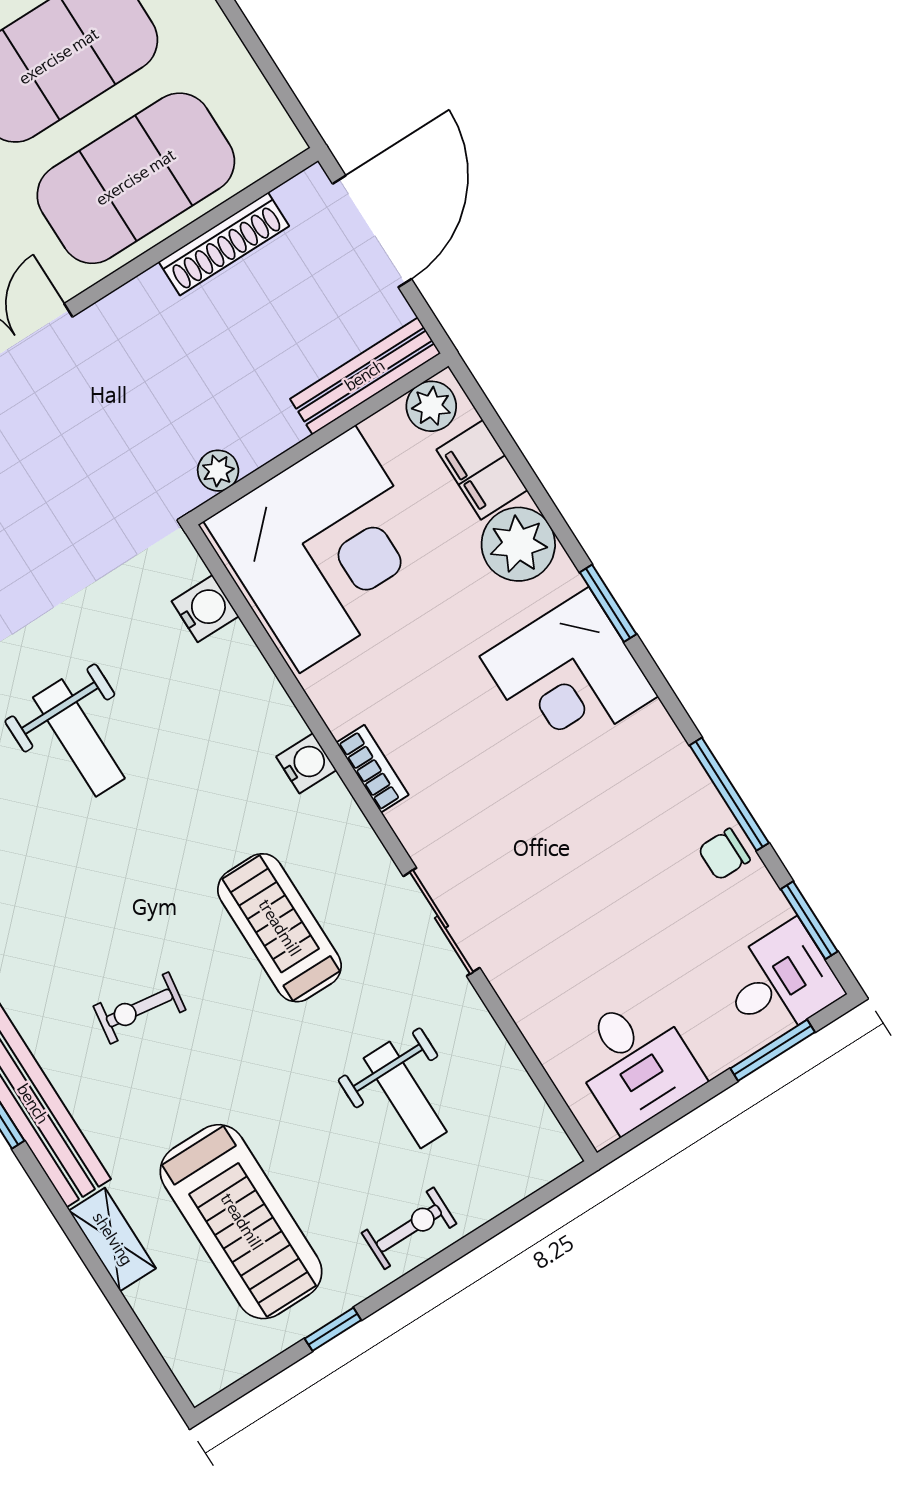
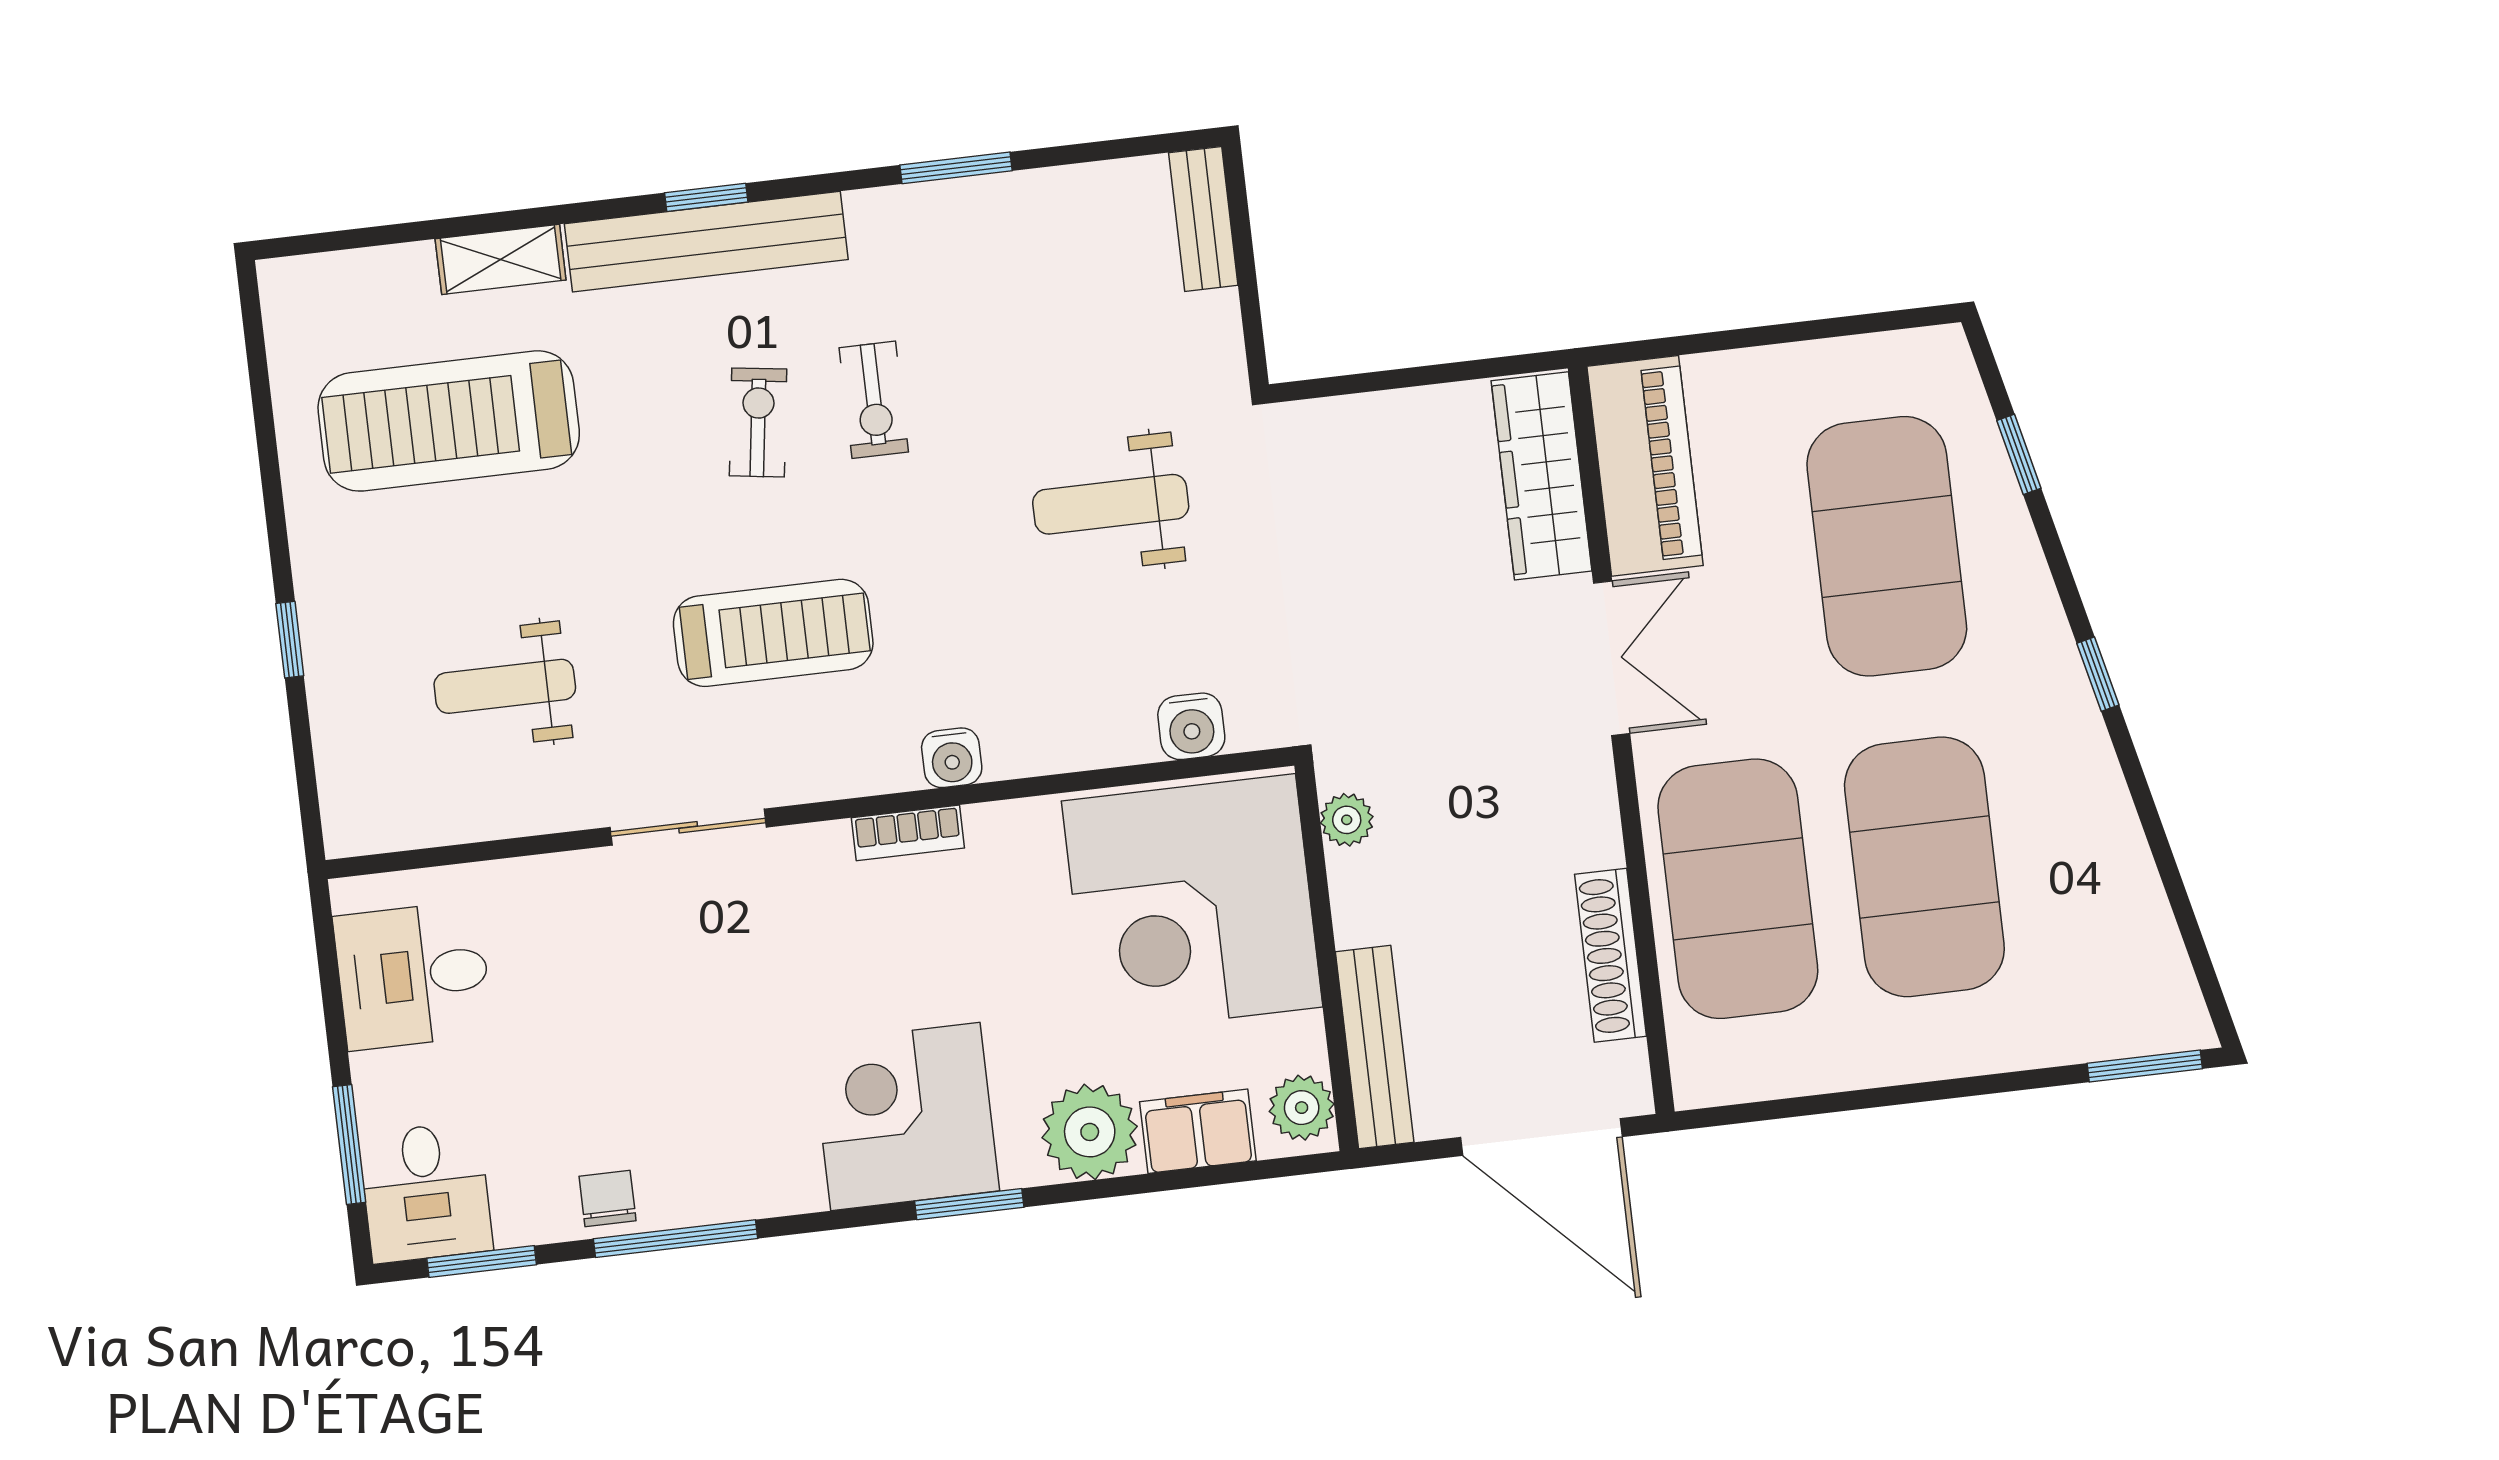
exercise bike: (409, 1228) -> (874, 400), moved
window: (333, 1329) -> (290, 640), moved

